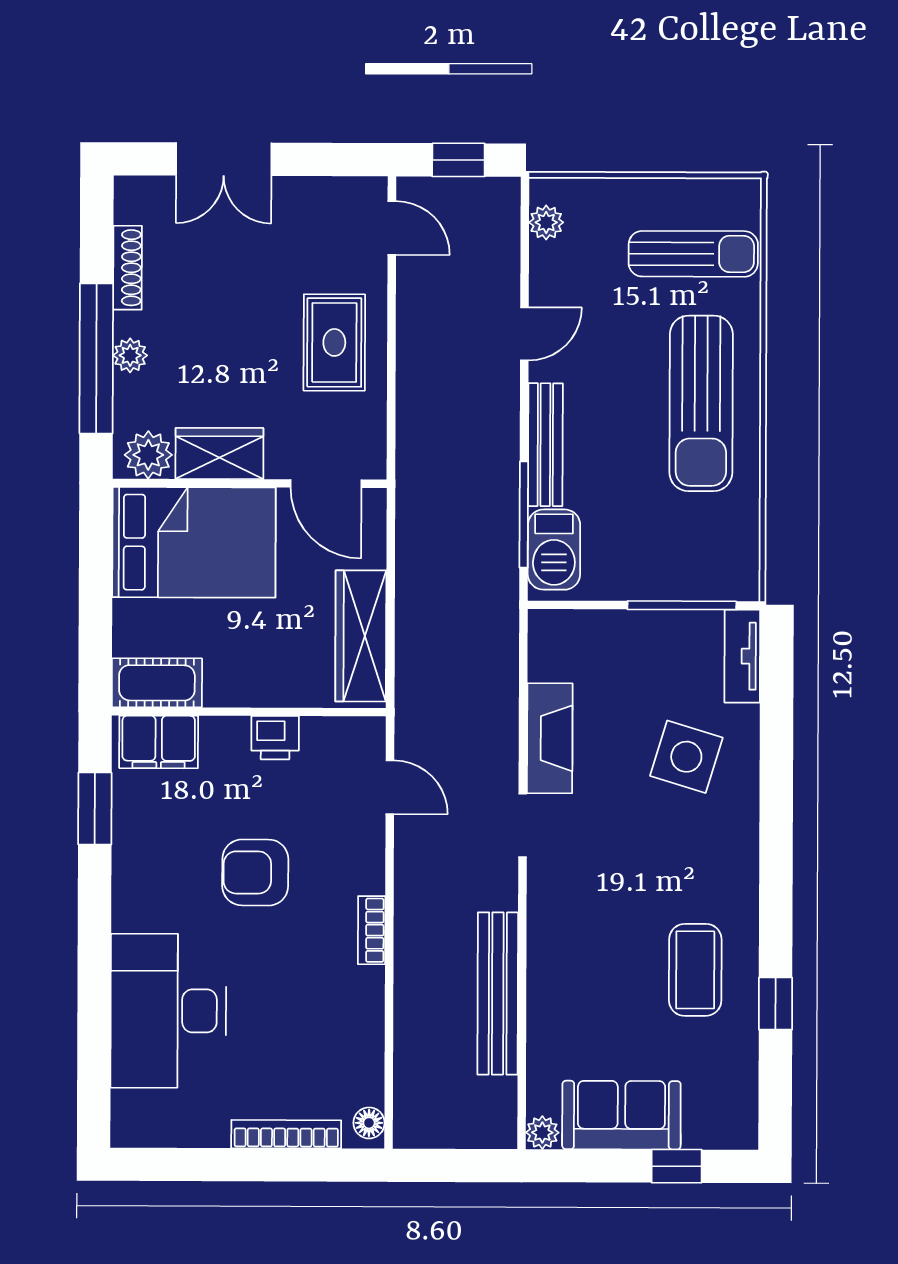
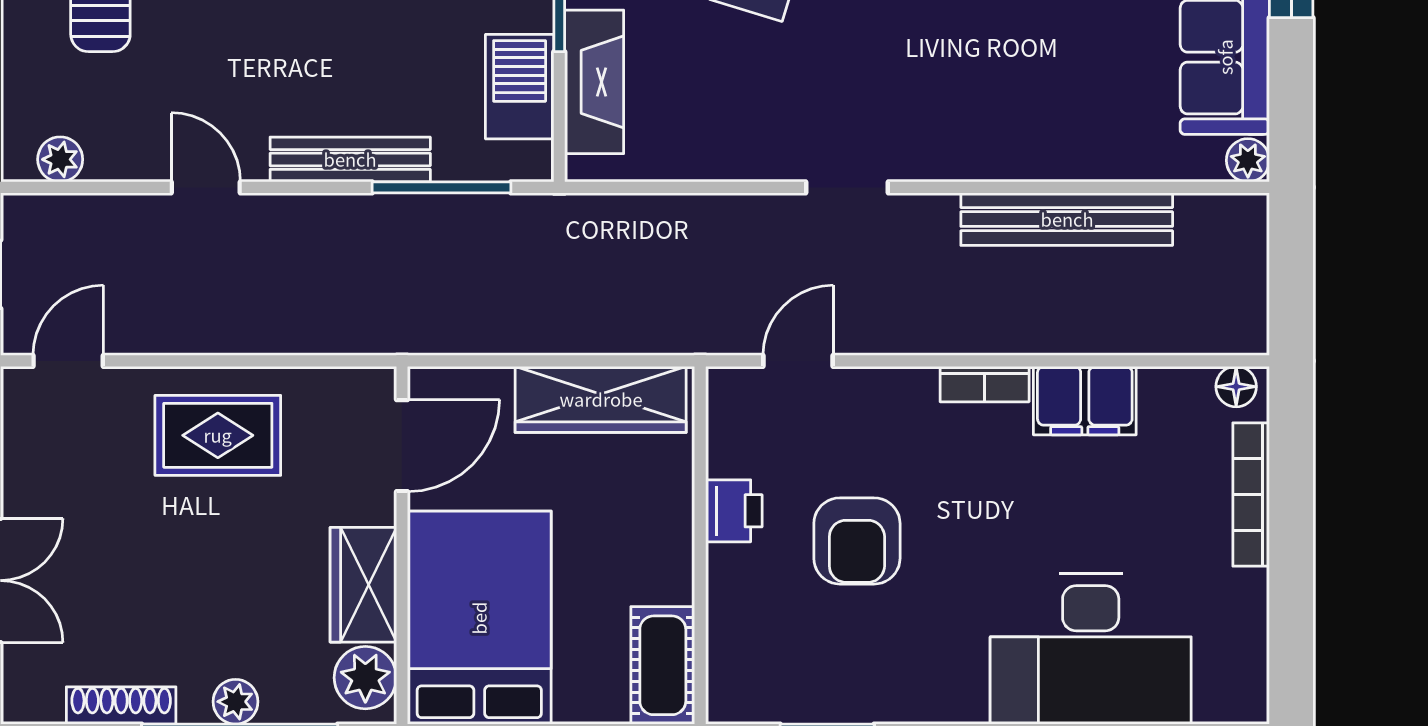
barbecue: (554, 550) -> (520, 87), moved, turned -90
fireplace: (550, 738) -> (594, 82), moved, turned 90
filing cabinet: (159, 742) -> (1085, 401), moved, turned 90
armchair: (255, 872) -> (857, 541), moved

